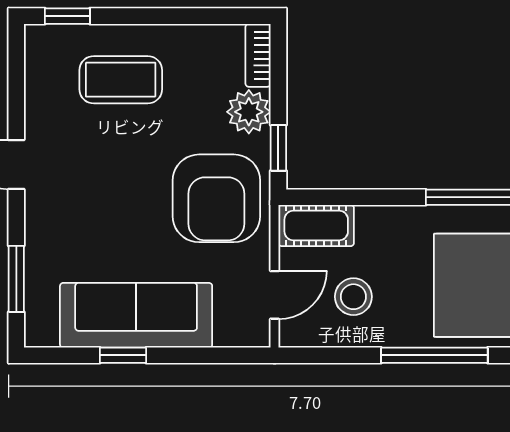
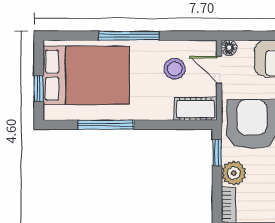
door: (275, 295) -> (219, 70), hinge flipped
floor lamp: (257, 334) -> (229, 48), added

